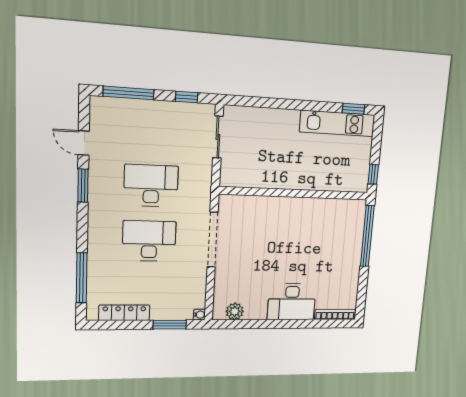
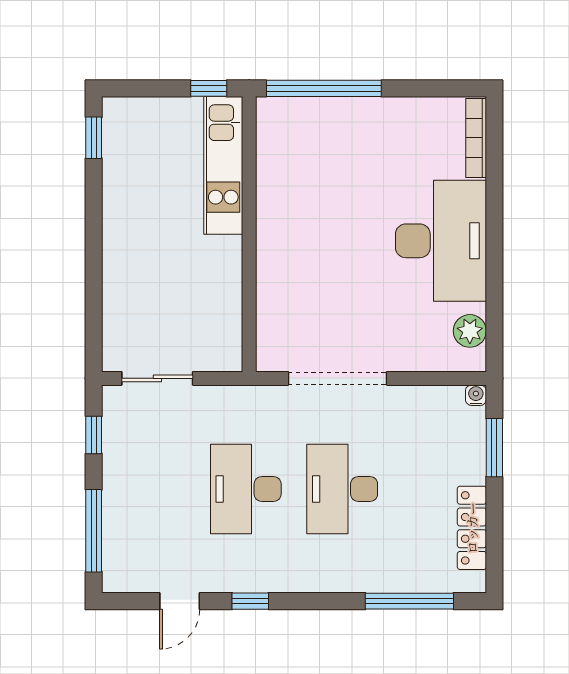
kitchen unit: (337, 123) -> (223, 165), moved, turned 180
window: (83, 186) -> (250, 601), width x0.67
desk: (292, 302) -> (441, 241), width x1.36, depth x1.30

